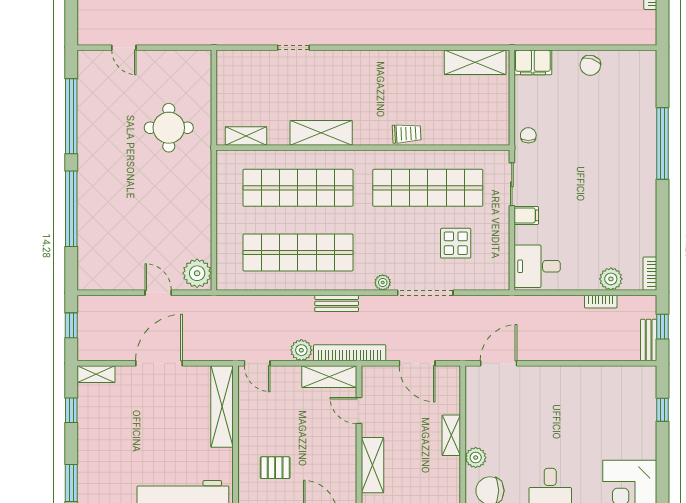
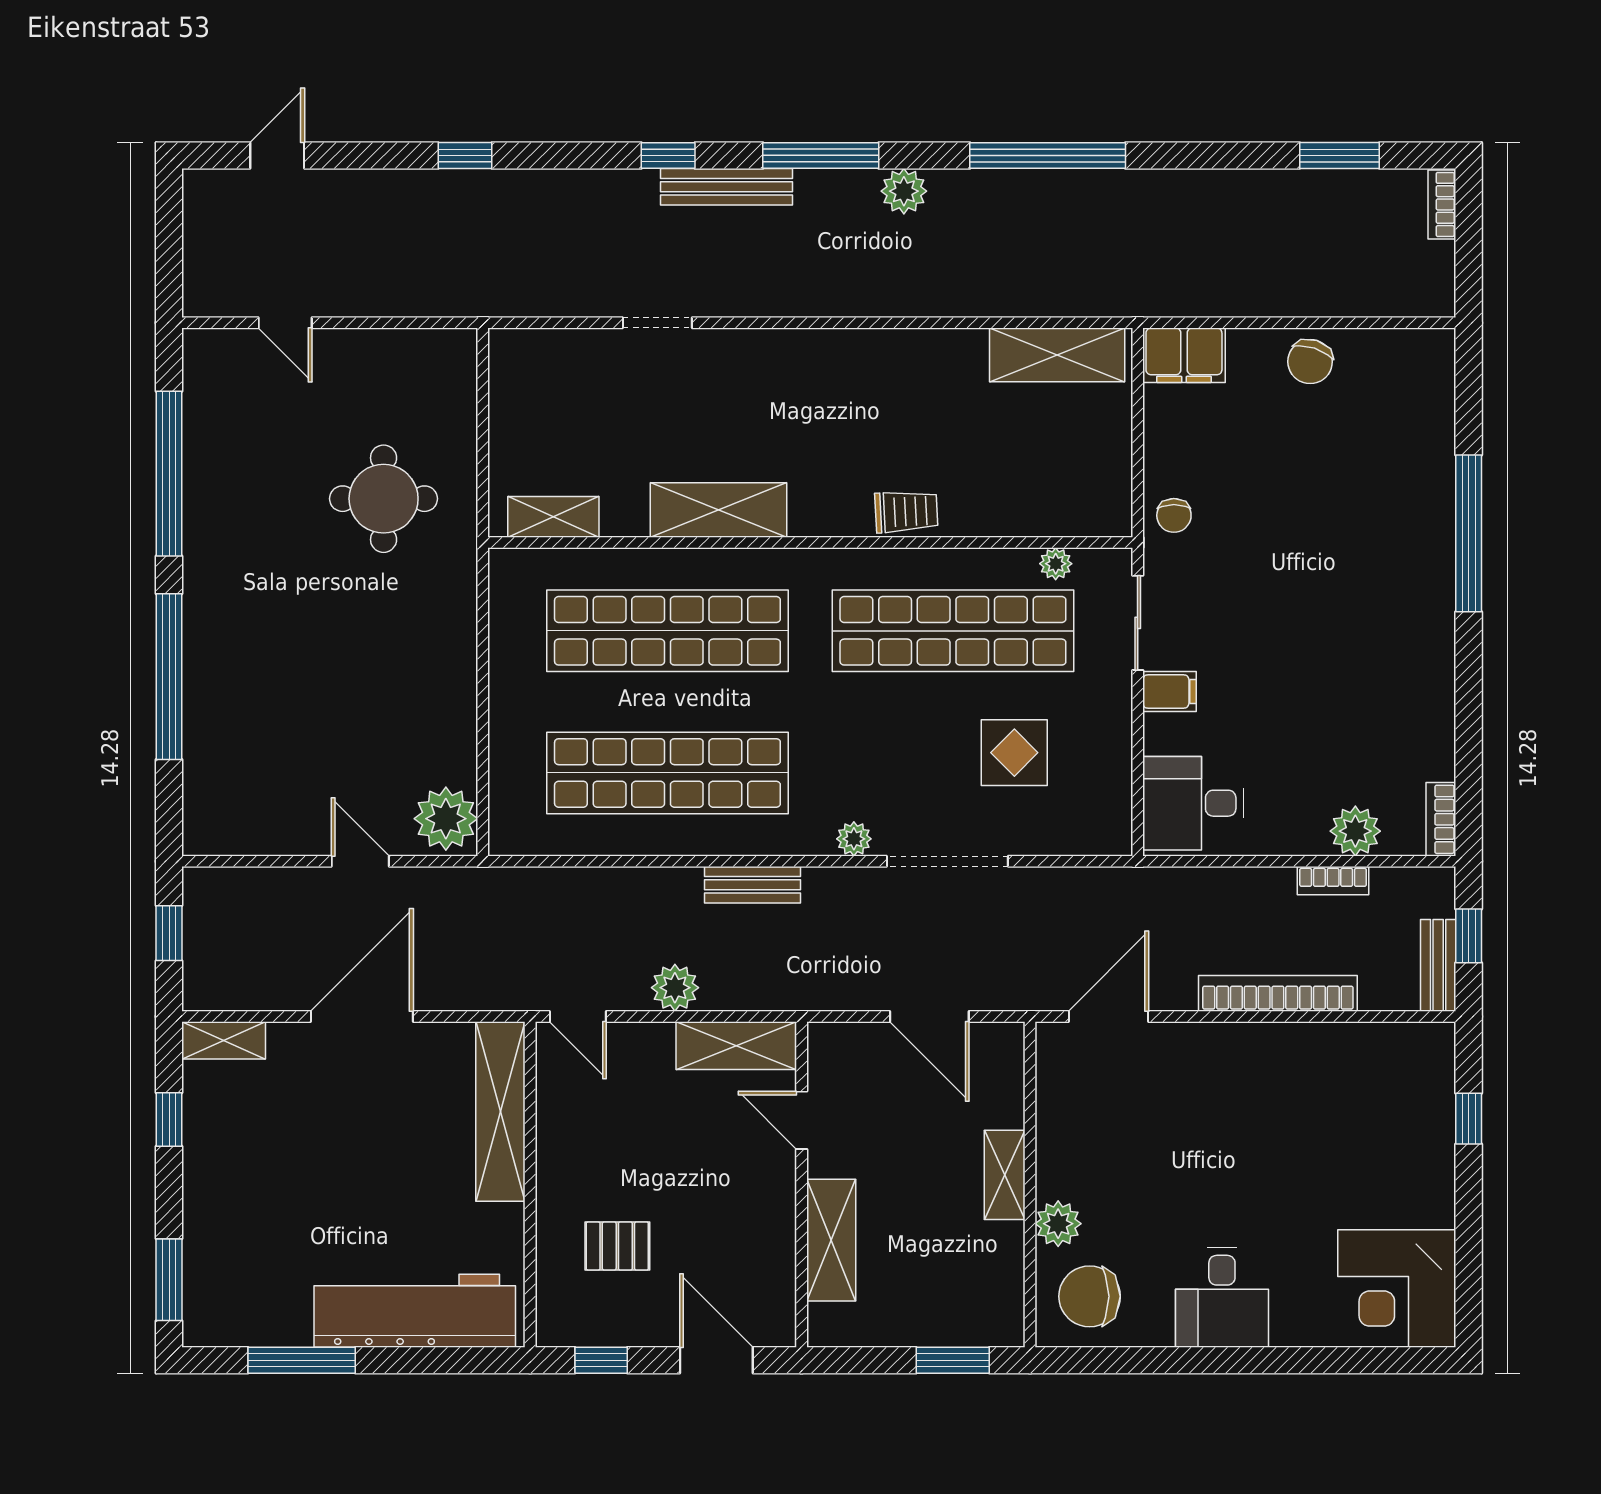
chair: (528, 135) -> (1174, 515), turned 180
plant: (475, 157) -> (1056, 564), added
bookcase: (350, 353) -> (1278, 993), moved

